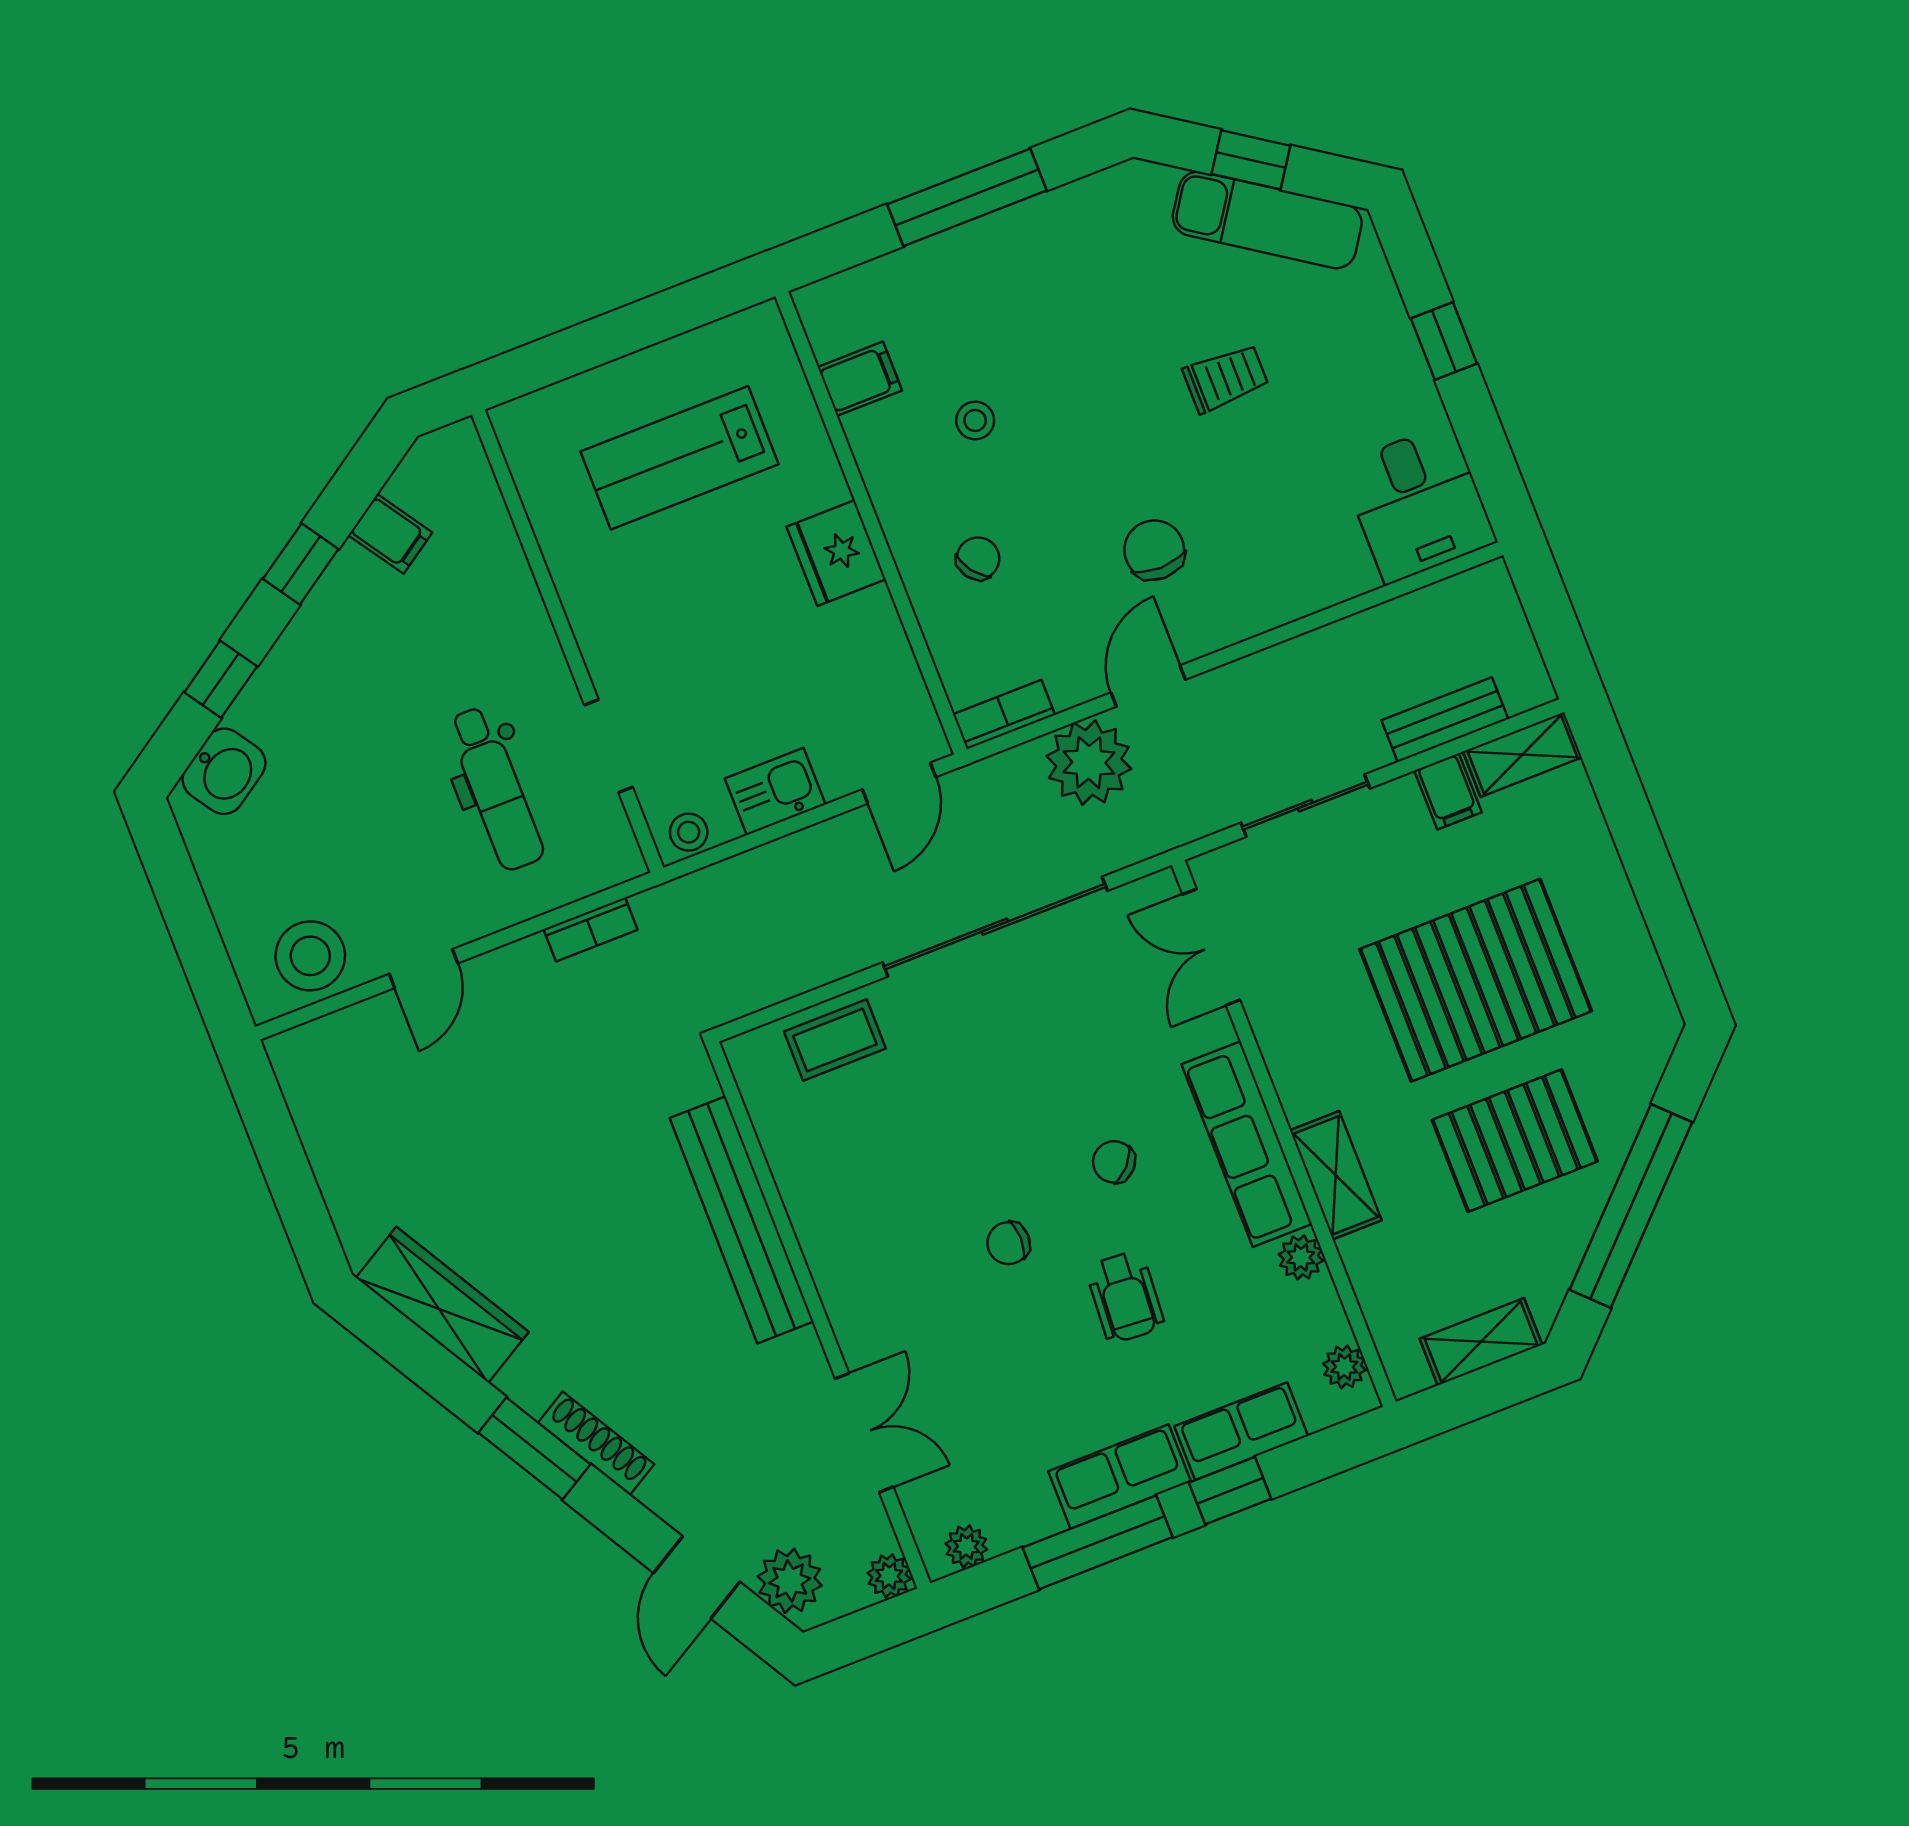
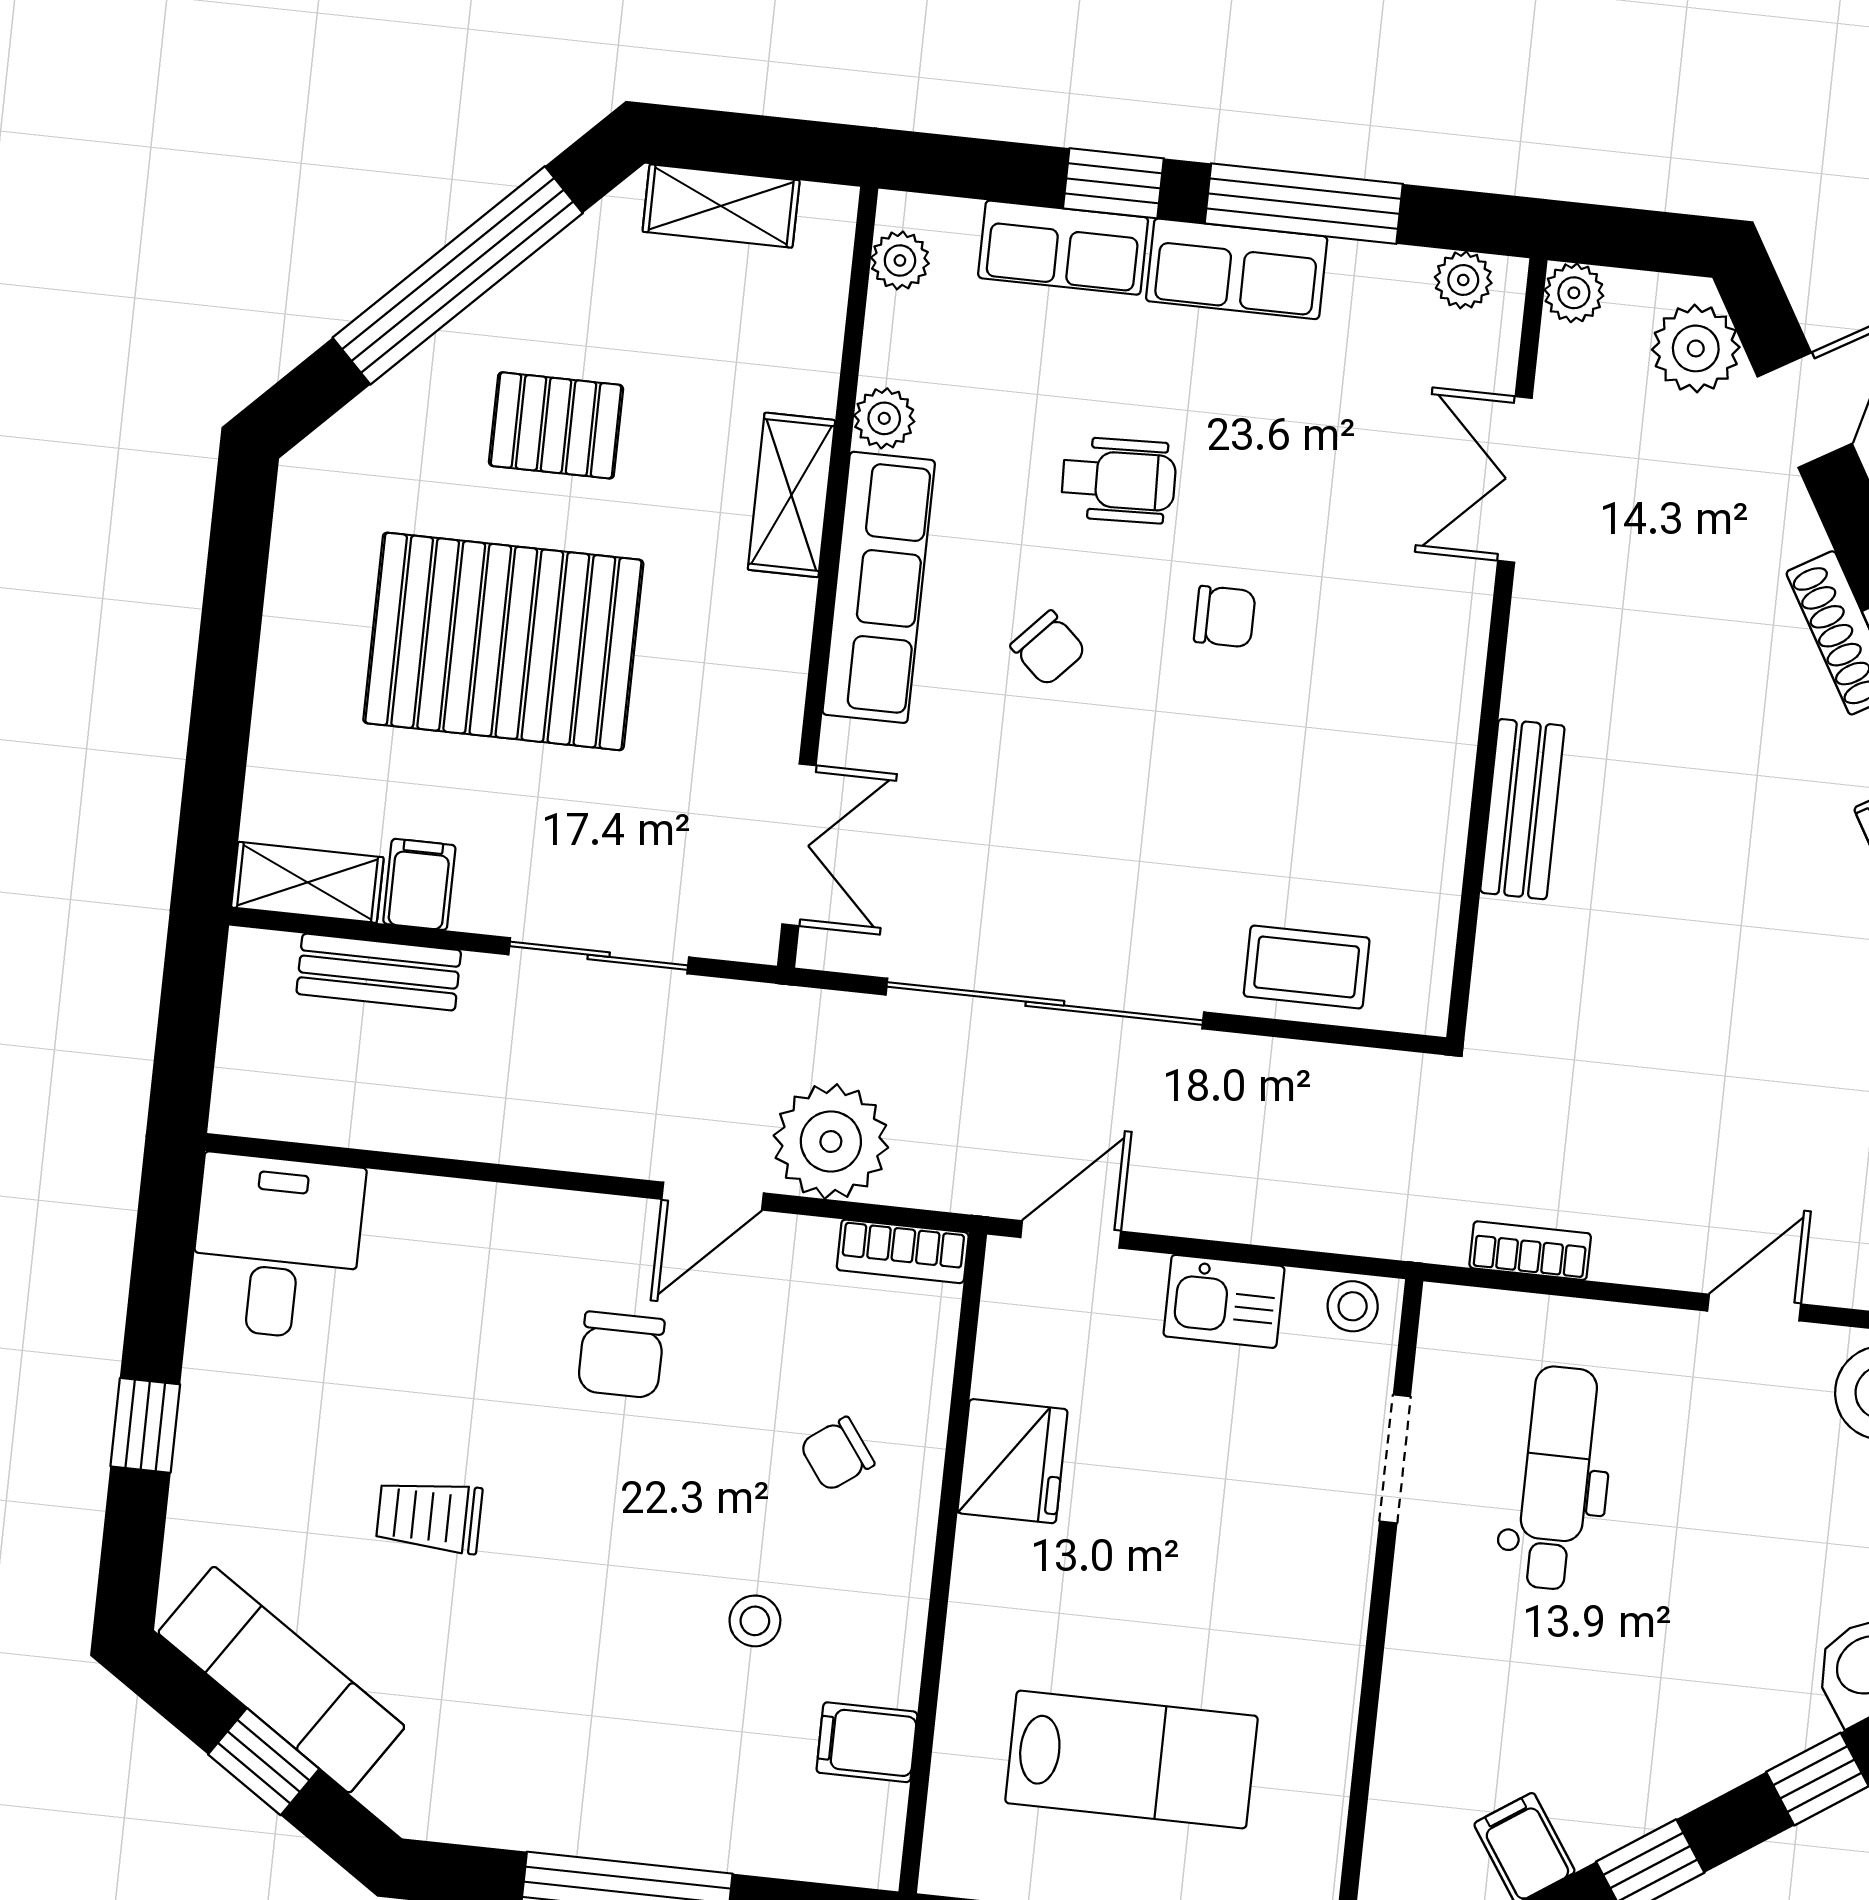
fridge: (836, 553) -> (1013, 1461), moved
pallet: (1515, 1141) -> (556, 425), width x0.67, depth x0.71
bench: (742, 1220) -> (1522, 809), width x0.54, depth x0.82
wheelchair: (1125, 1297) -> (1119, 480), turned 84

